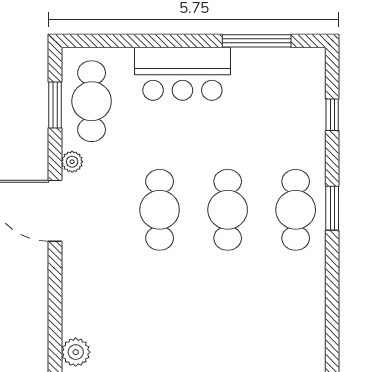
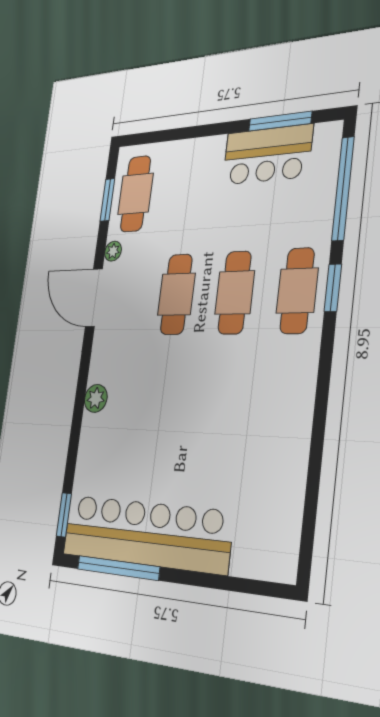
bar counter: (182, 74) -> (267, 155), moved
window: (332, 115) -> (343, 189), width x3.17
plant: (76, 352) -> (96, 398), moved

